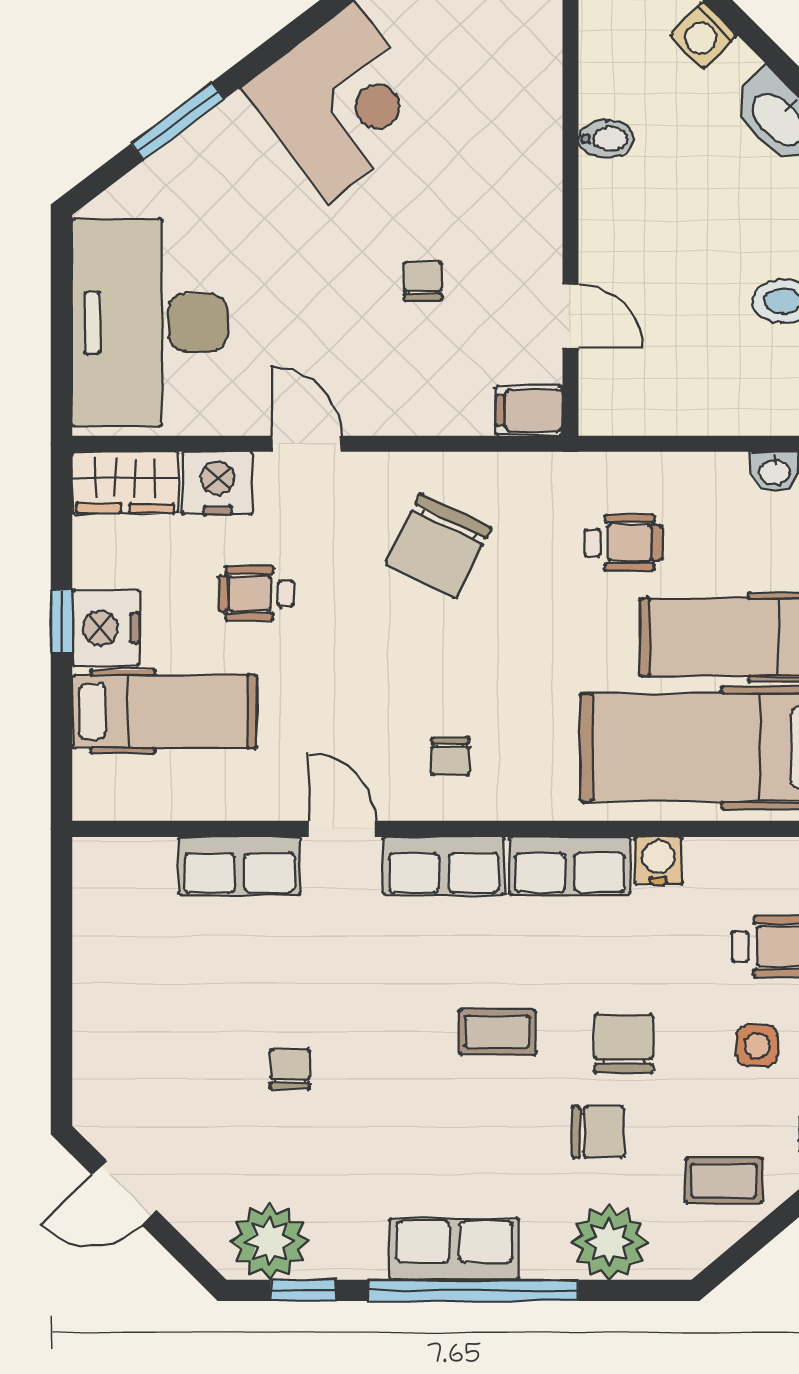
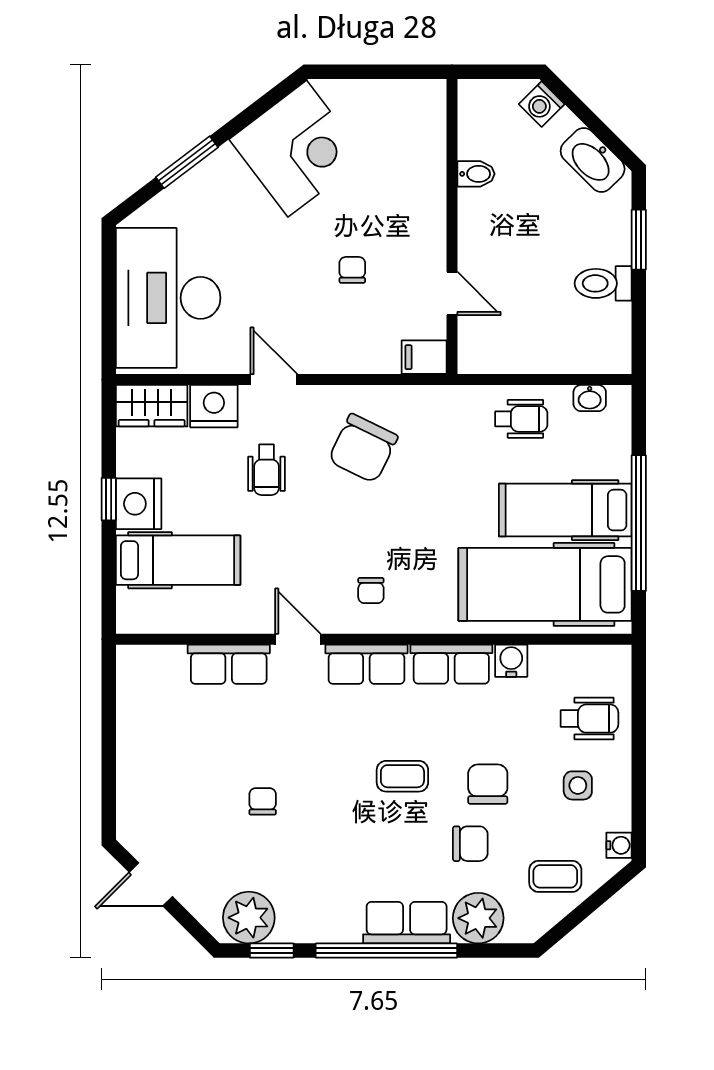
wheelchair: (623, 543) -> (521, 419), moved
wheelchair: (255, 593) -> (266, 470), moved, turned -90
row of seats: (454, 1249) -> (407, 923), moved

